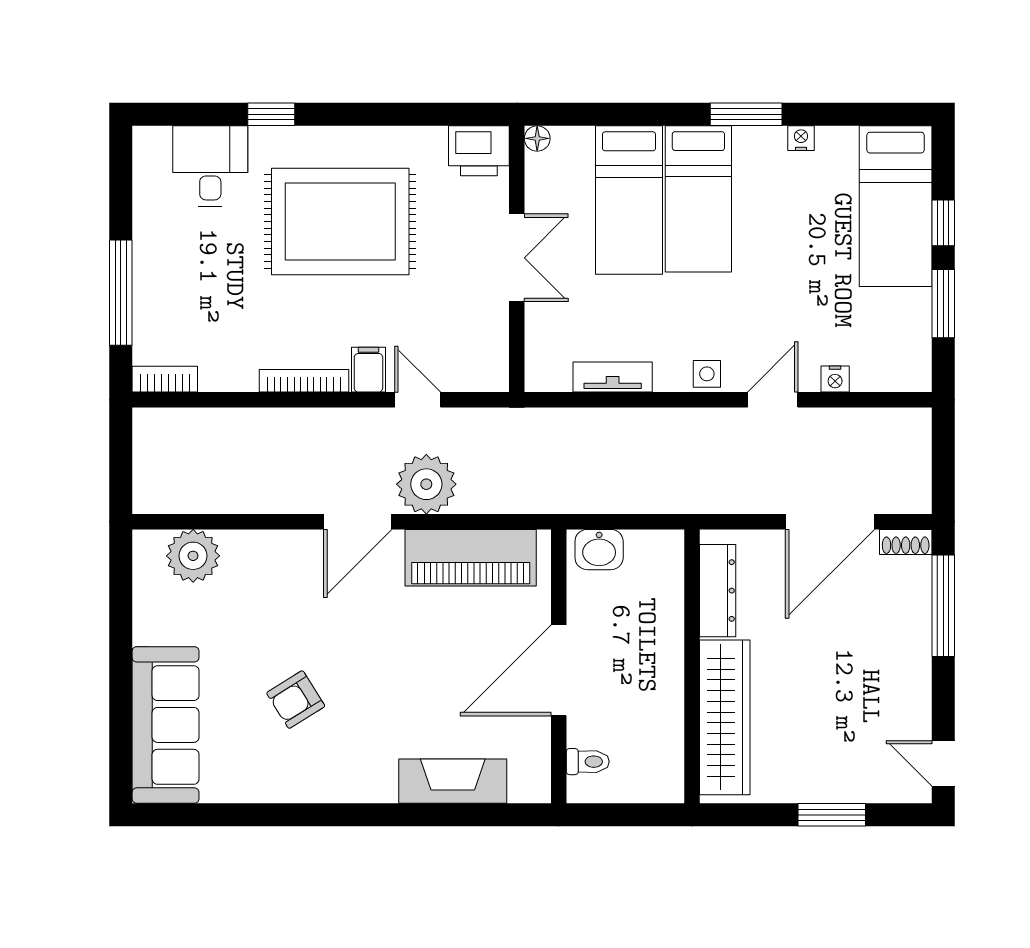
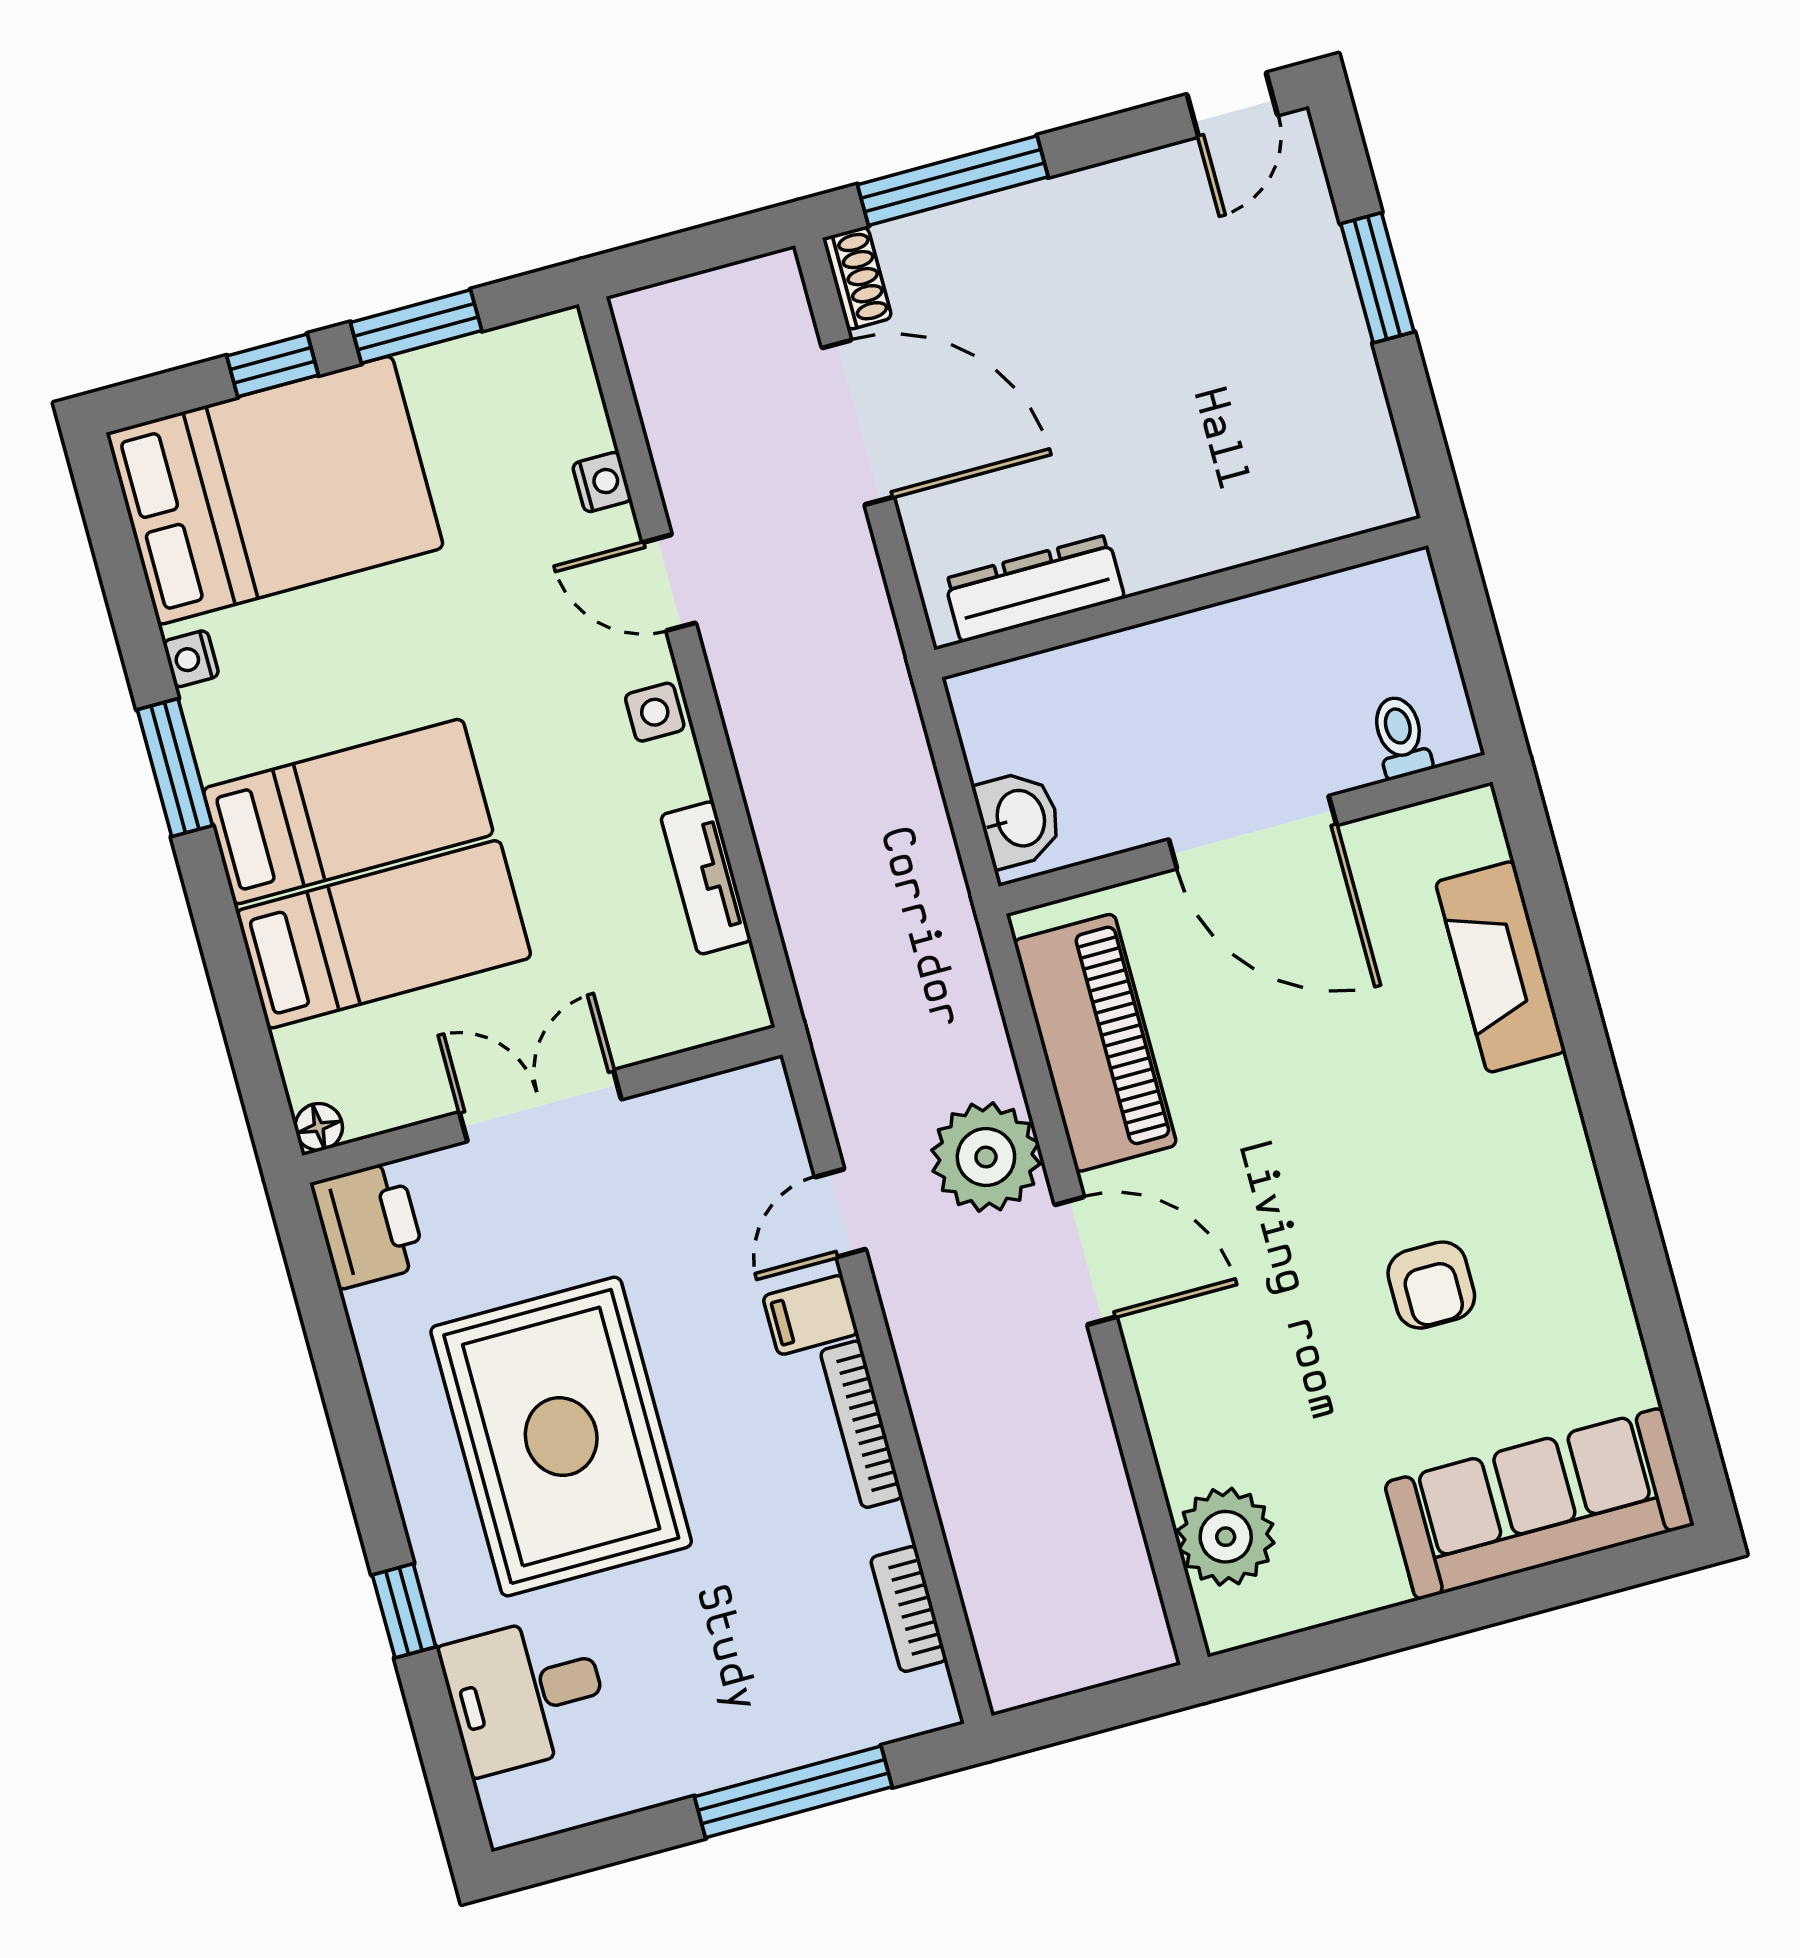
bed: (896, 206) -> (275, 490), width x1.50
bookcase: (165, 379) -> (909, 1609), moved
armchair: (296, 700) -> (1431, 1285), turned 32
wardrobe: (725, 717) -> (1256, 515), removed

